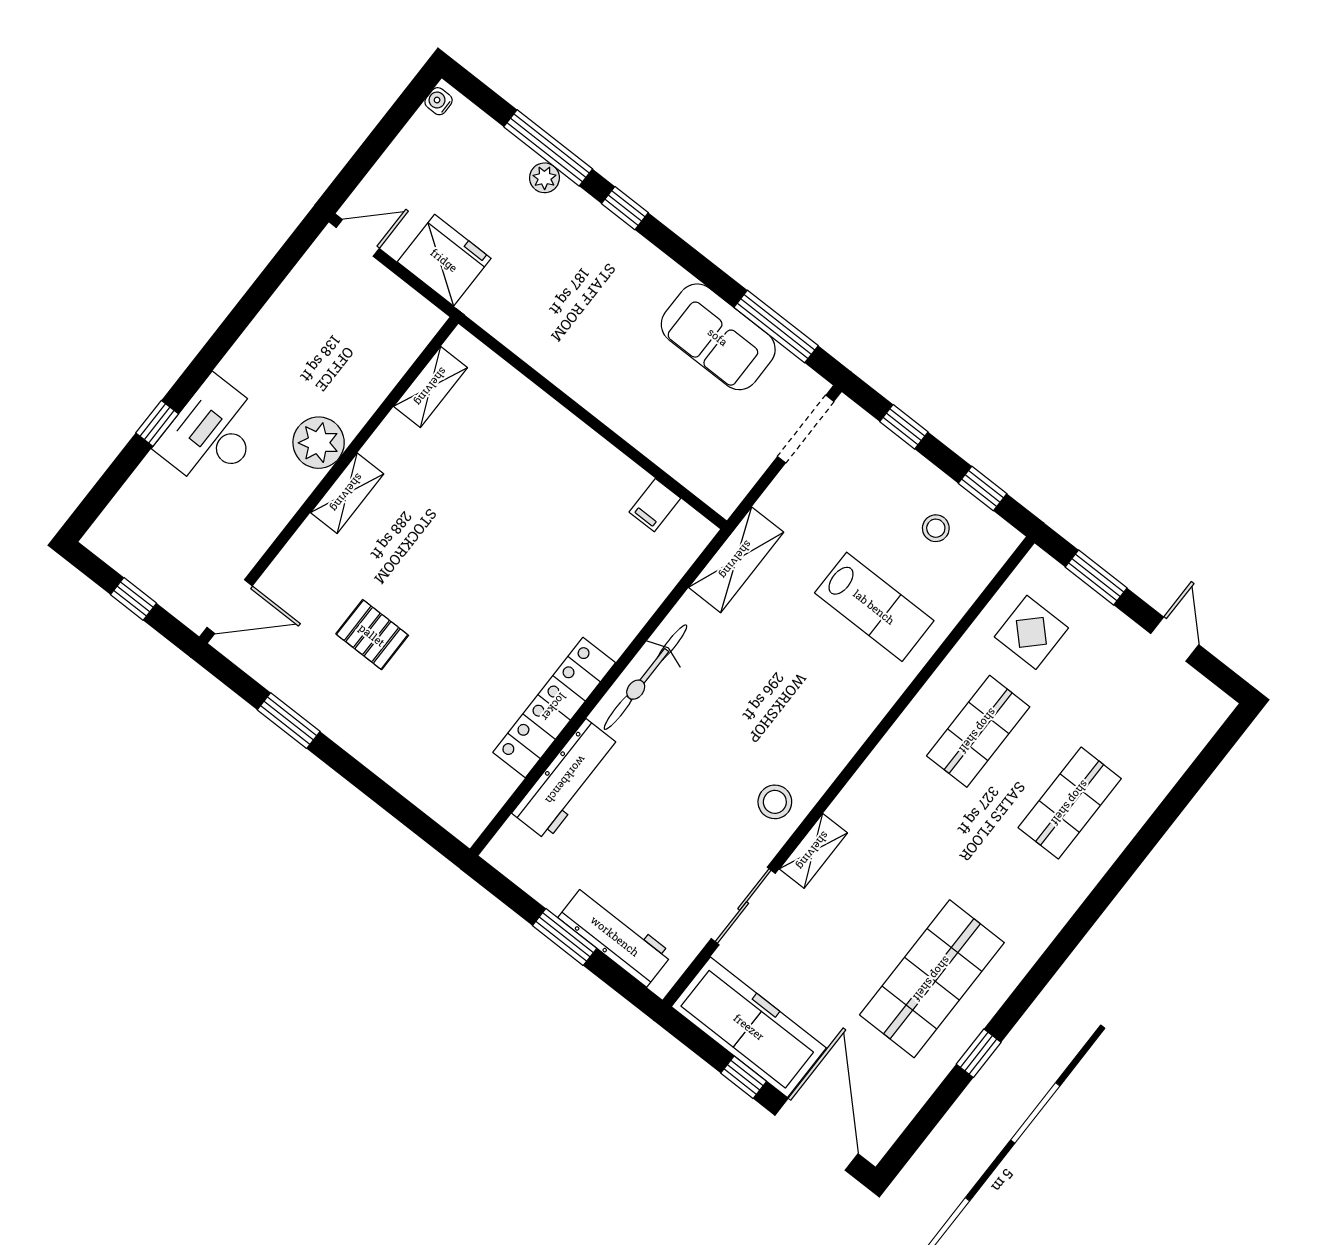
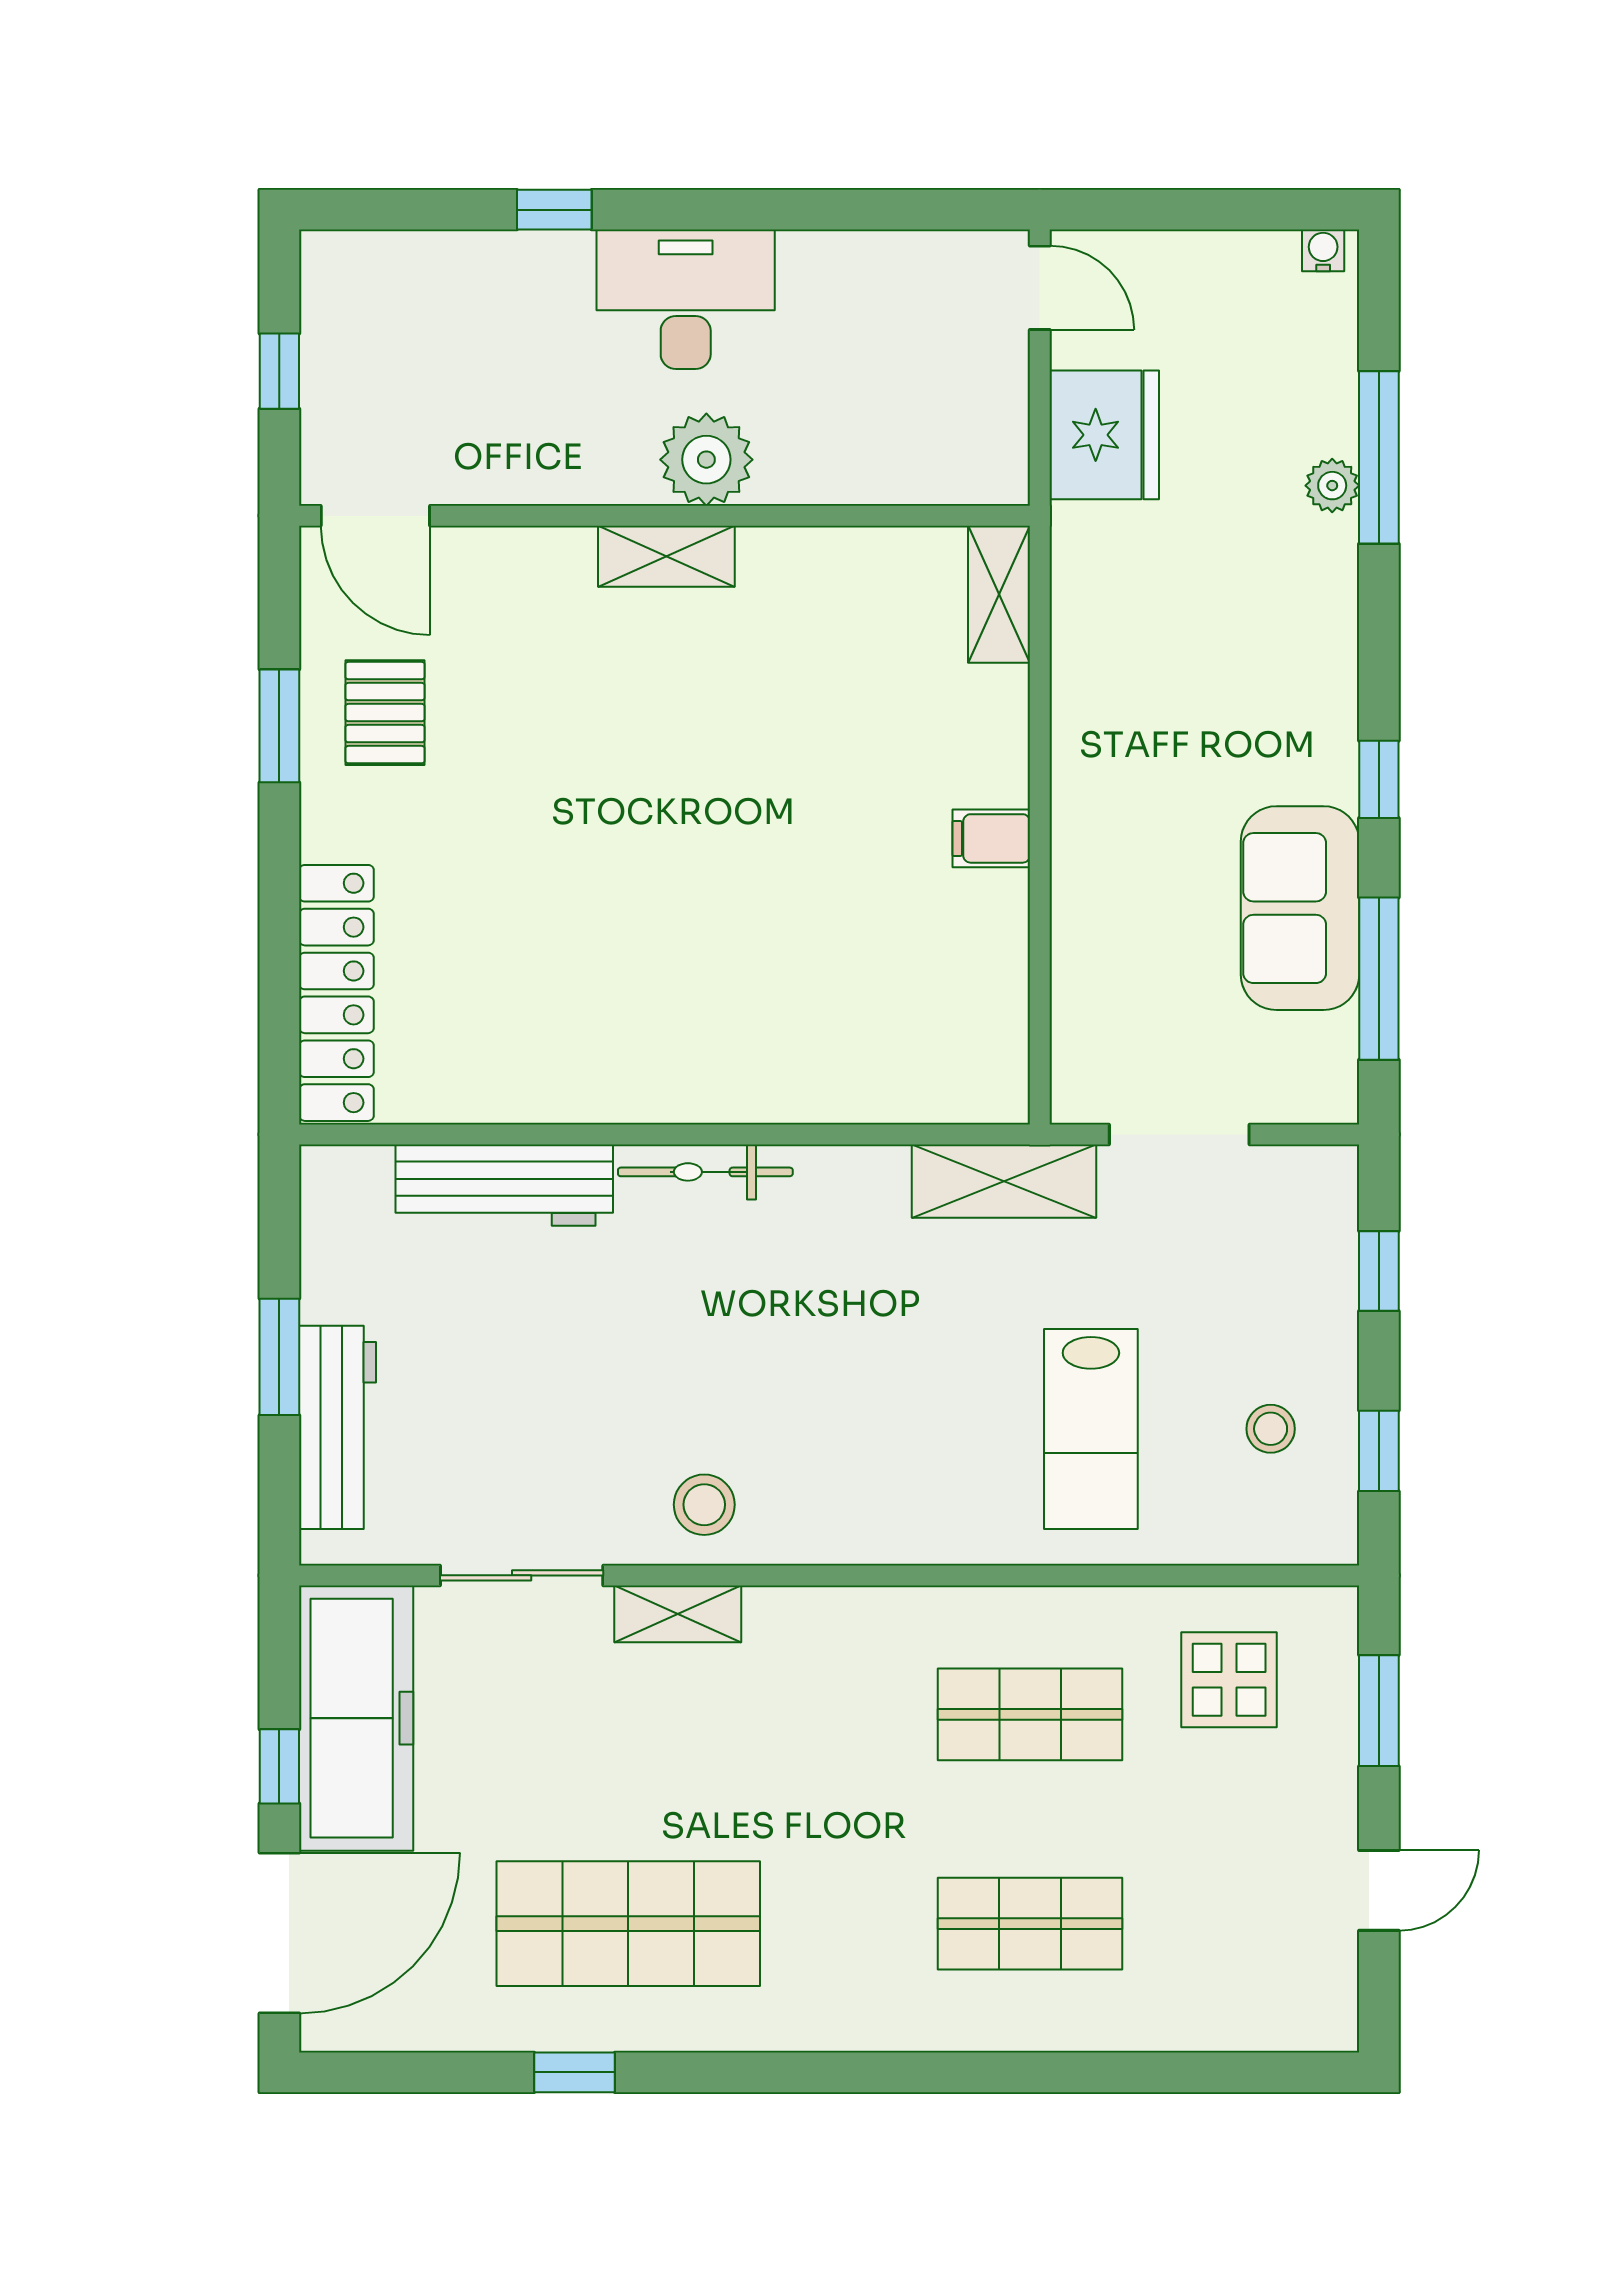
window: (625, 208) -> (1379, 779), moved
shelving: (431, 387) -> (999, 594), moved, turned 90
doorway: (806, 429) -> (1179, 1134), moved
desk: (212, 434) -> (686, 299), moved
filing cabinet: (655, 505) -> (991, 838), moved
pallet: (372, 635) -> (385, 713), moved
bicycle: (645, 677) -> (705, 1172), width x0.73, depth x0.71
locker: (554, 707) -> (336, 993), moved, turned 90

